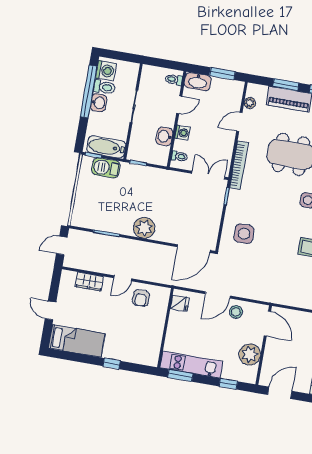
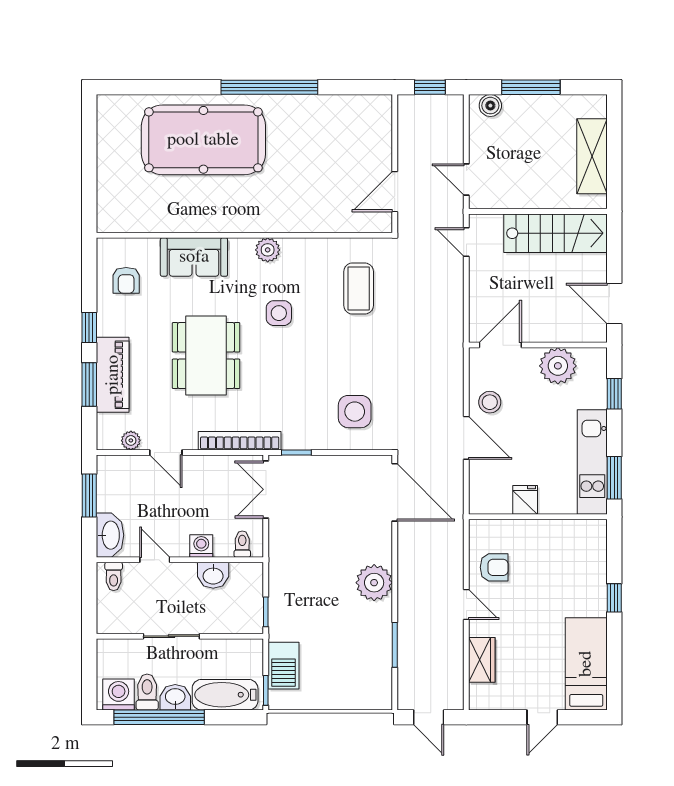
bathtub: (106, 147) -> (225, 695), moved, turned 90
fridge: (180, 303) -> (525, 500), moved

